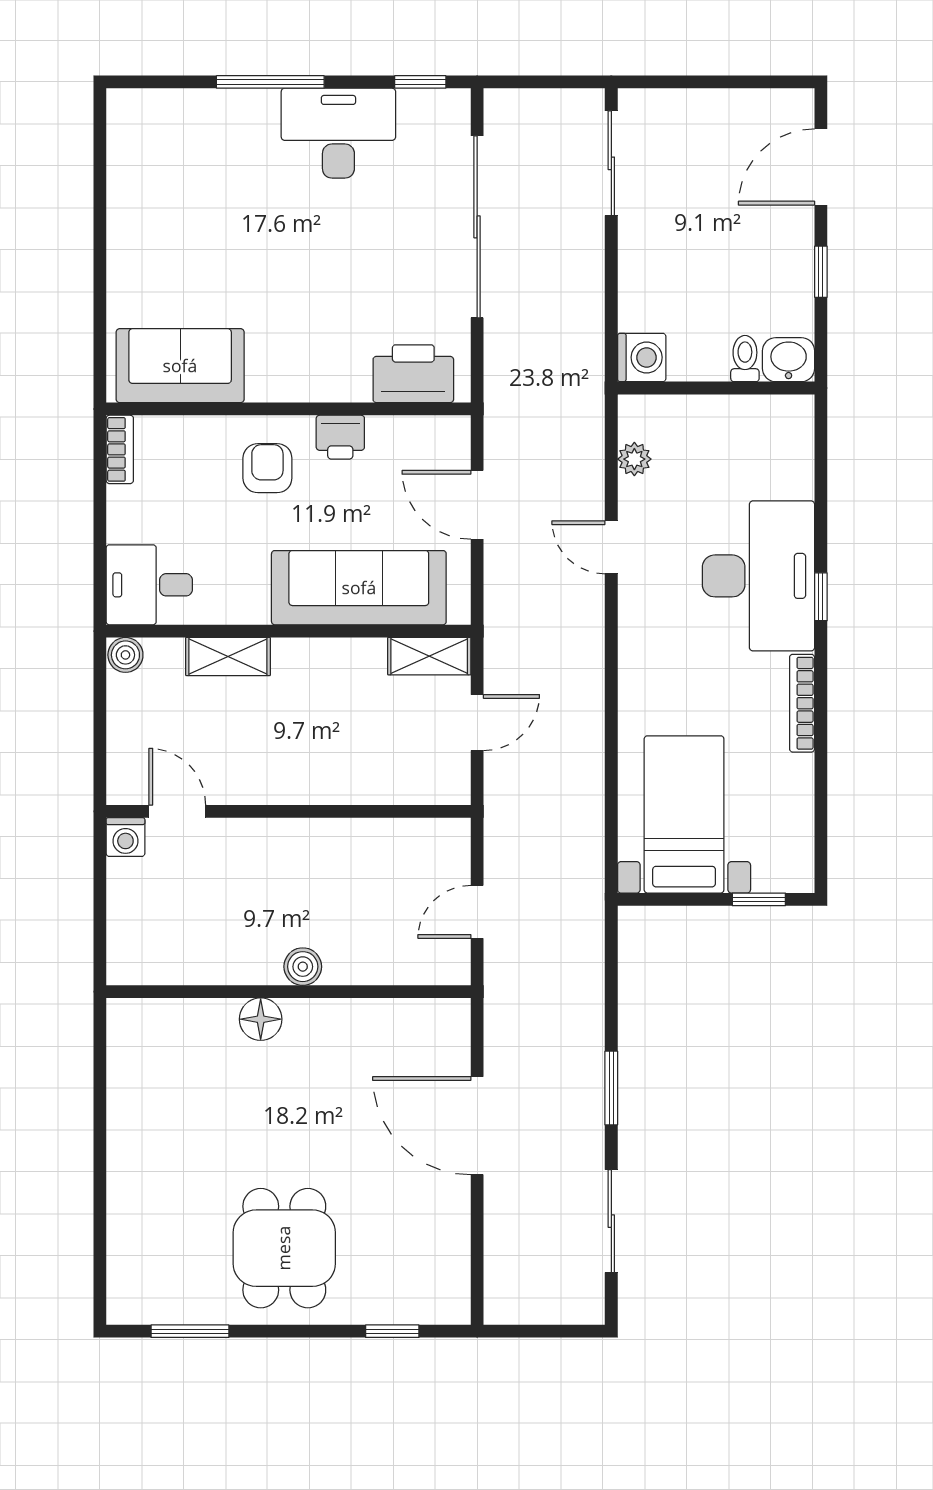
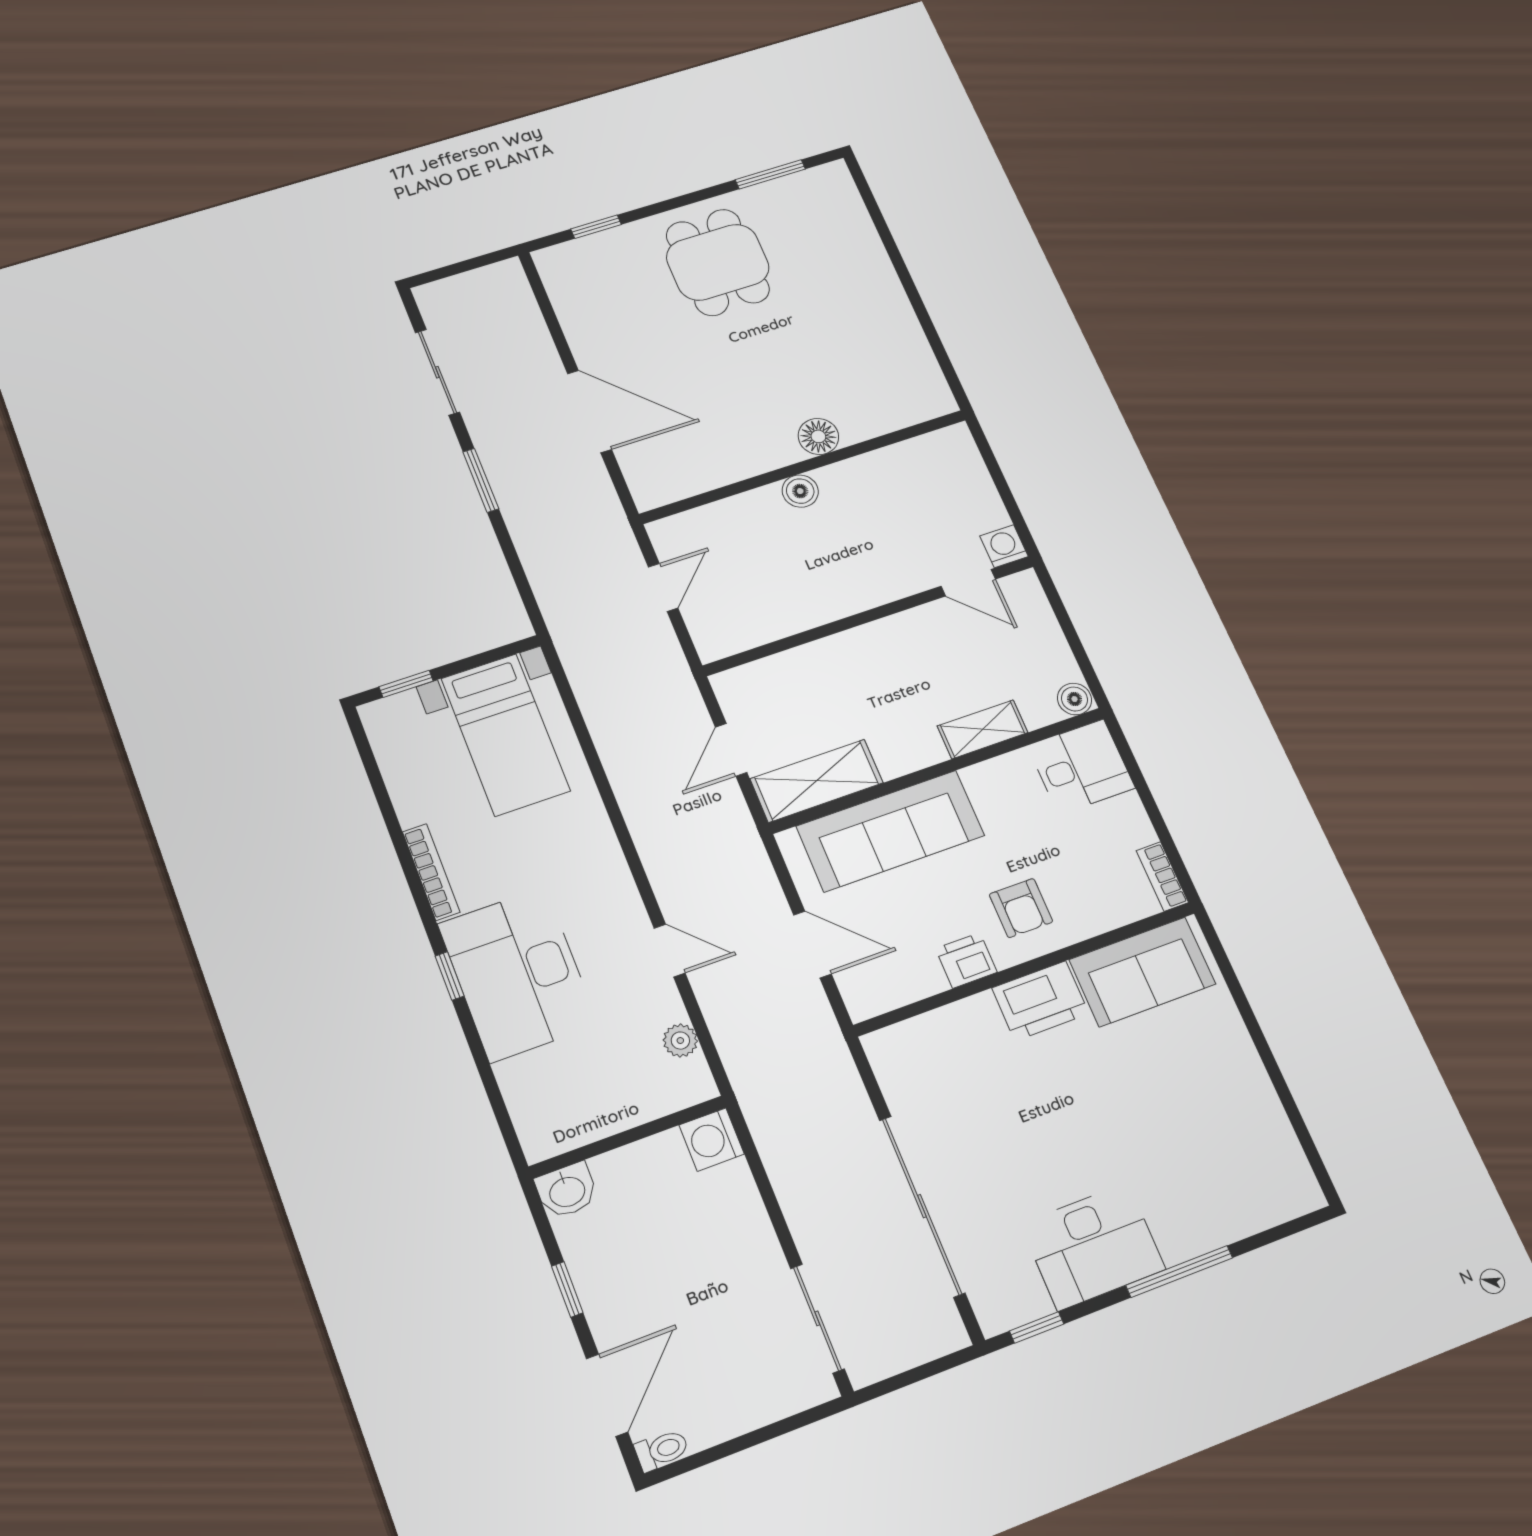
toilet: (745, 359) -> (662, 1450), moved, turned -90
printer: (413, 374) -> (1040, 1001), moved
shelving: (429, 656) -> (817, 781), width x1.50, depth x1.33

